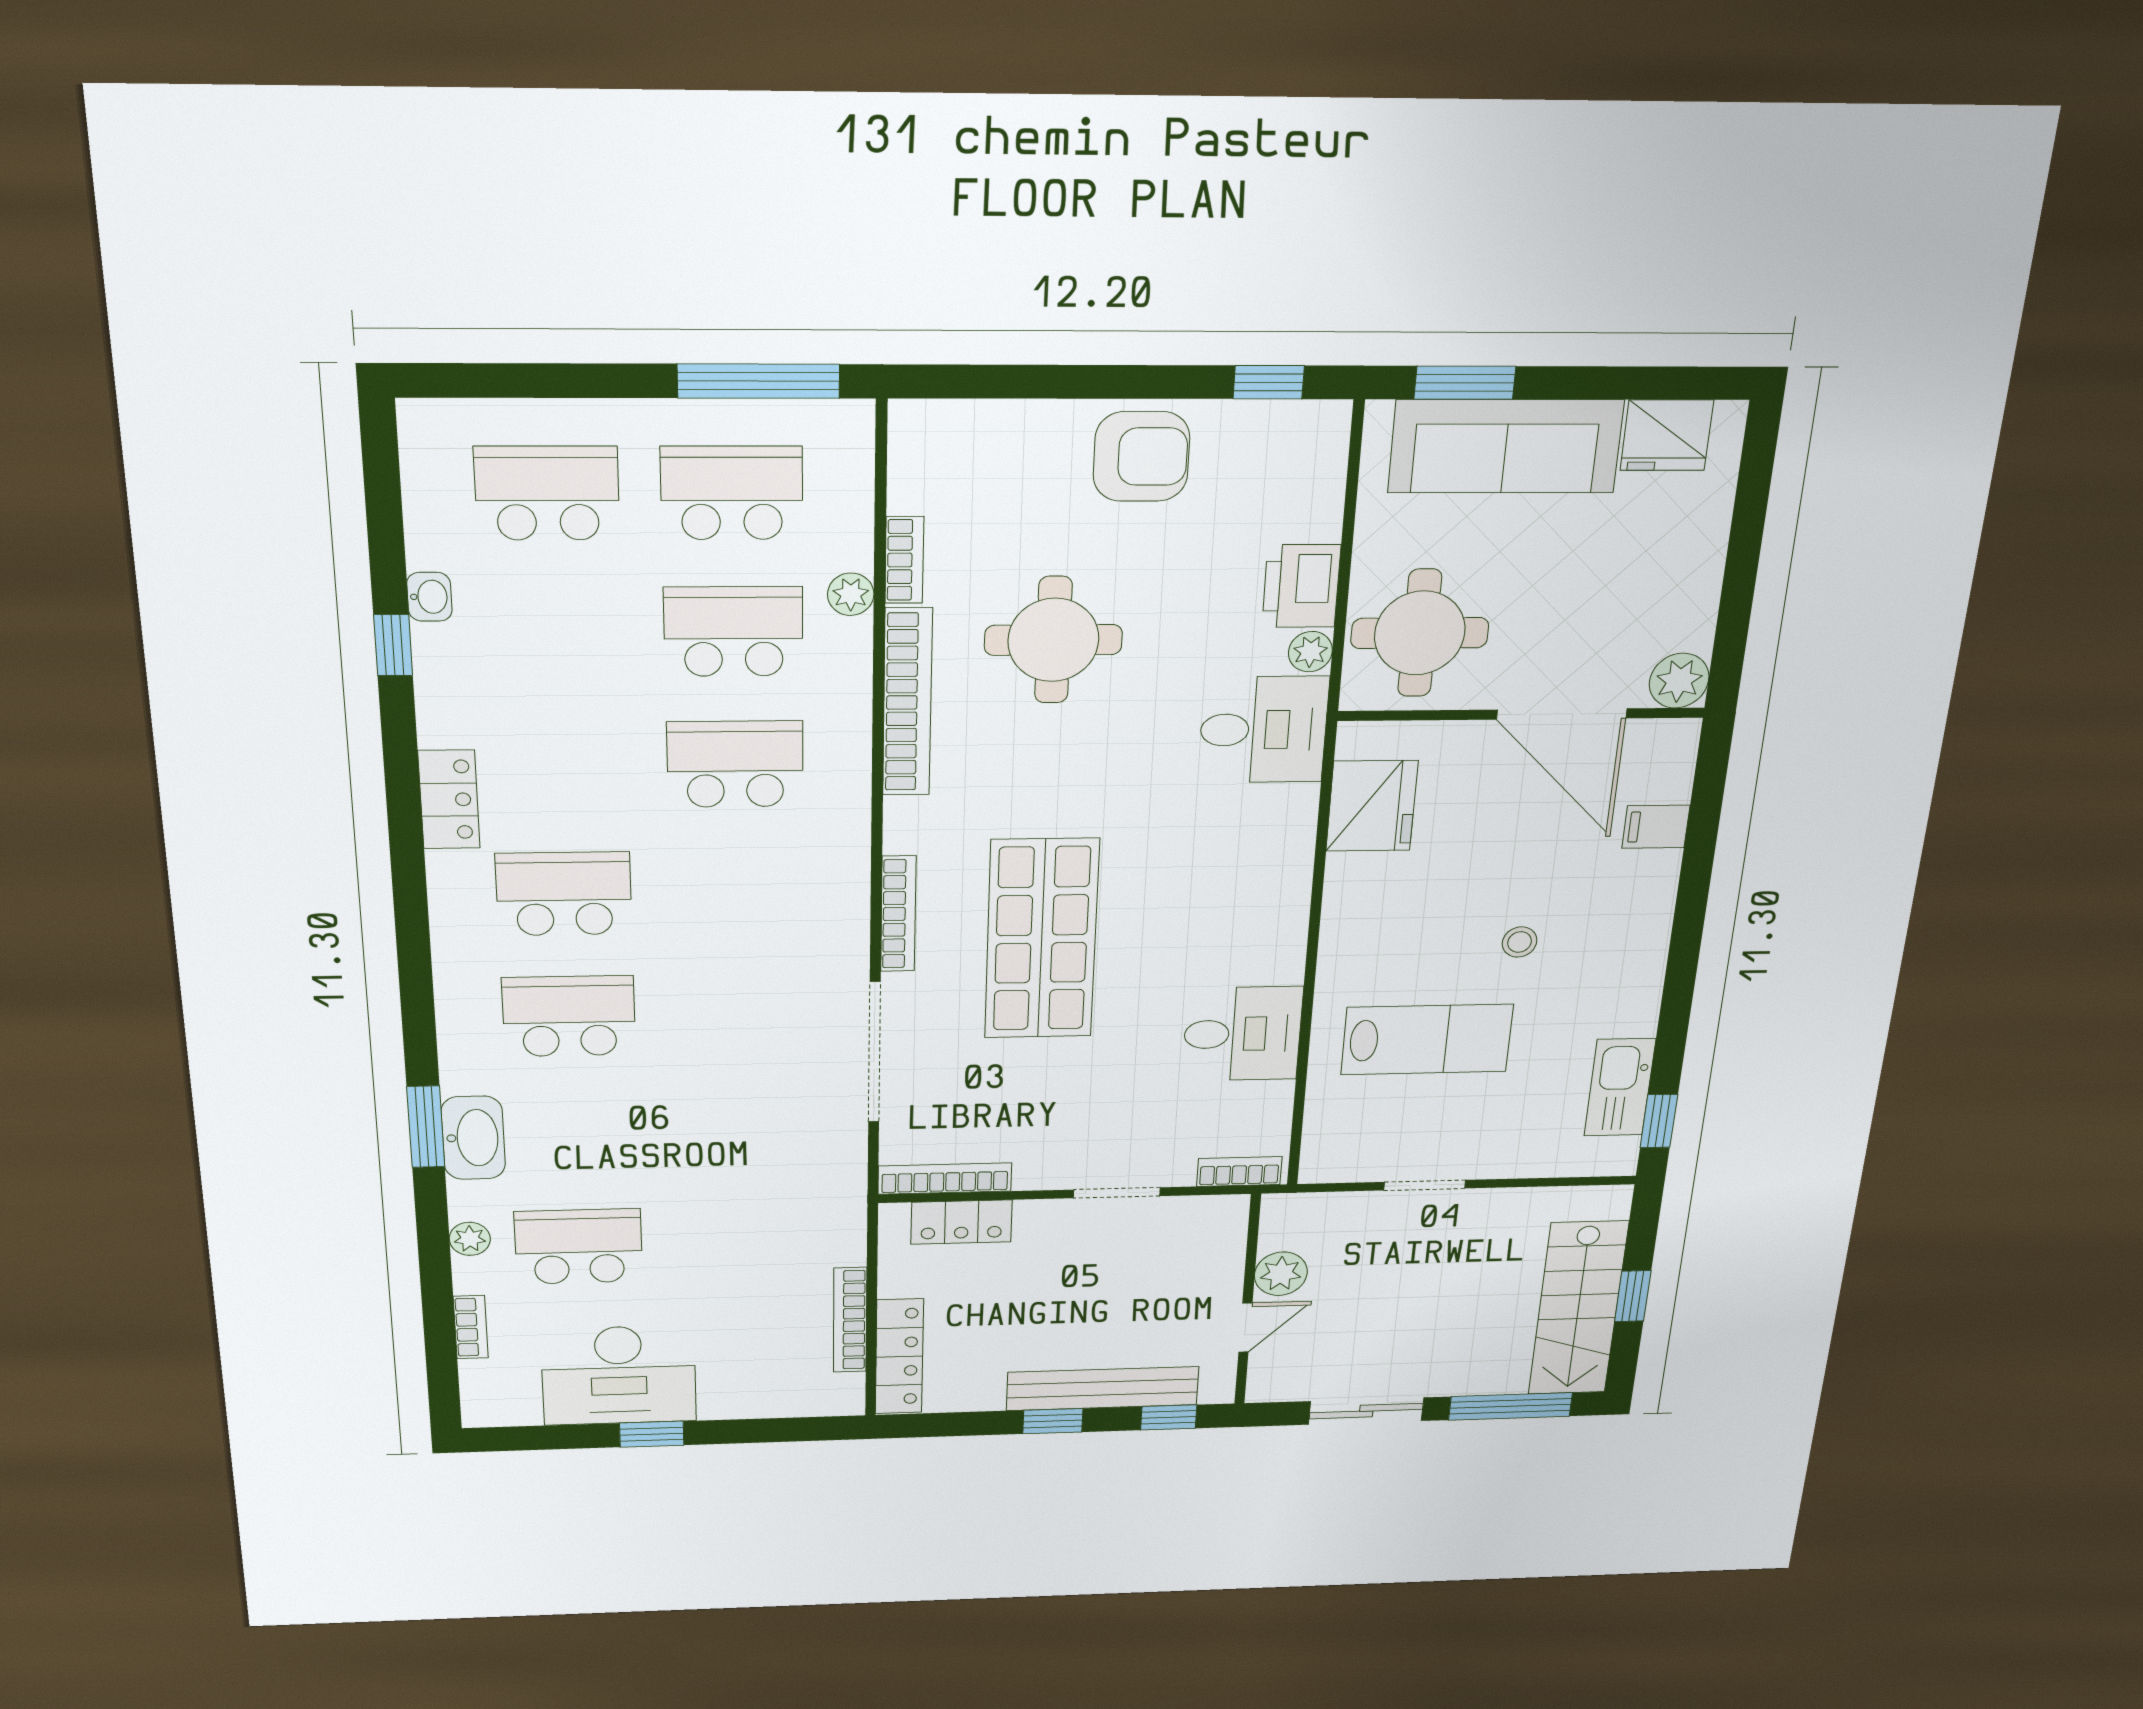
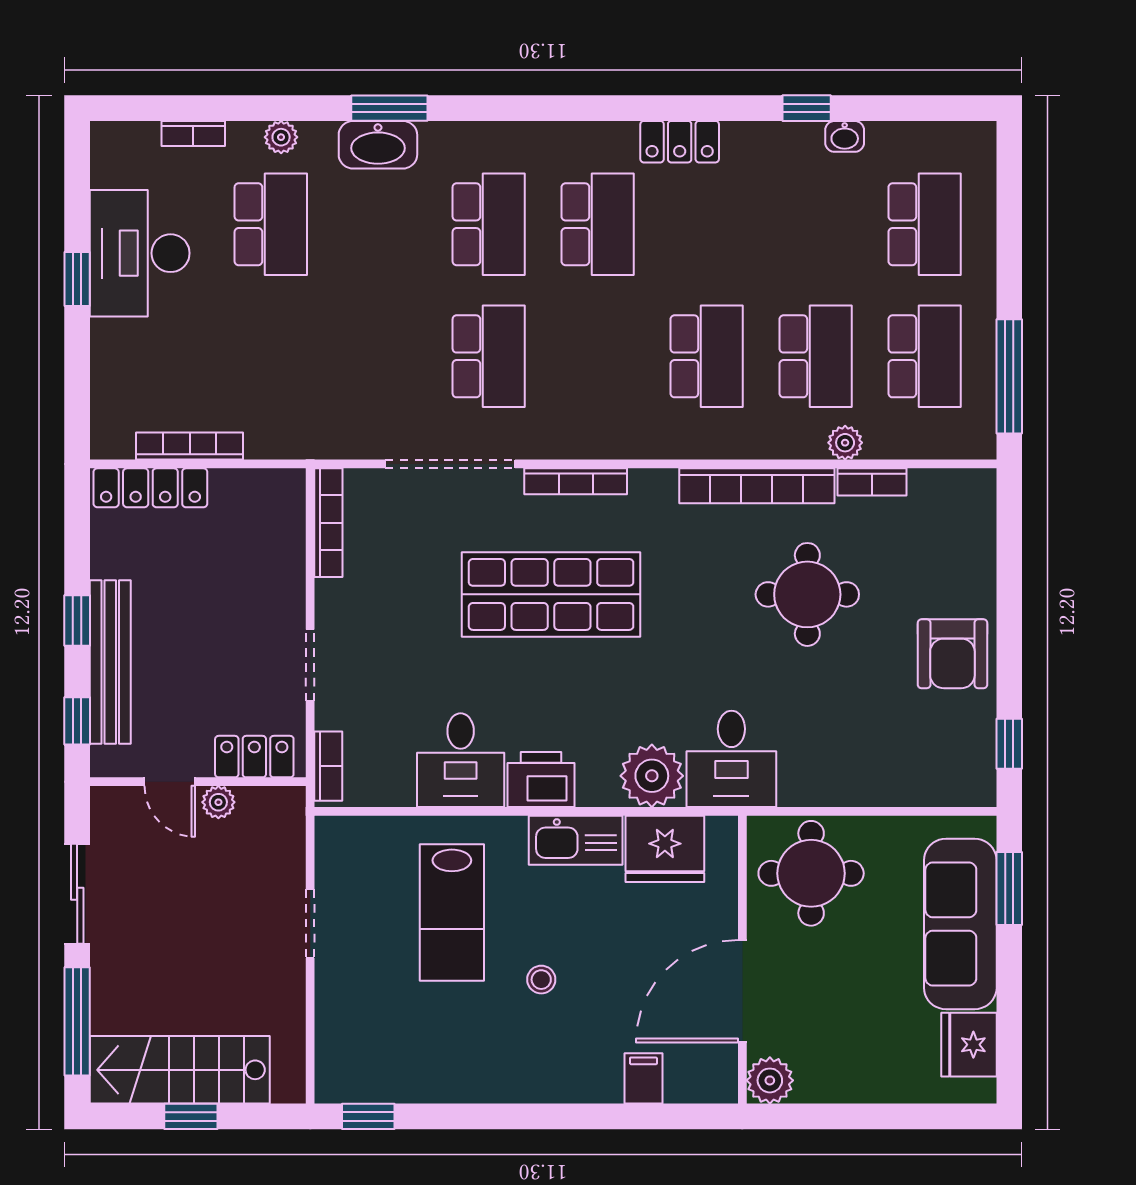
printer: (1301, 586) -> (541, 779), moved
plant: (1310, 652) -> (652, 776), moved, width x1.88, depth x1.88
school desk: (738, 1013) -> (489, 356), added
kitchen sink: (1620, 1087) -> (576, 840), moved, turned 180
locker: (961, 1222) -> (254, 757), moved, turned 90
plant: (1281, 1274) -> (218, 802), width x0.73, depth x0.73

